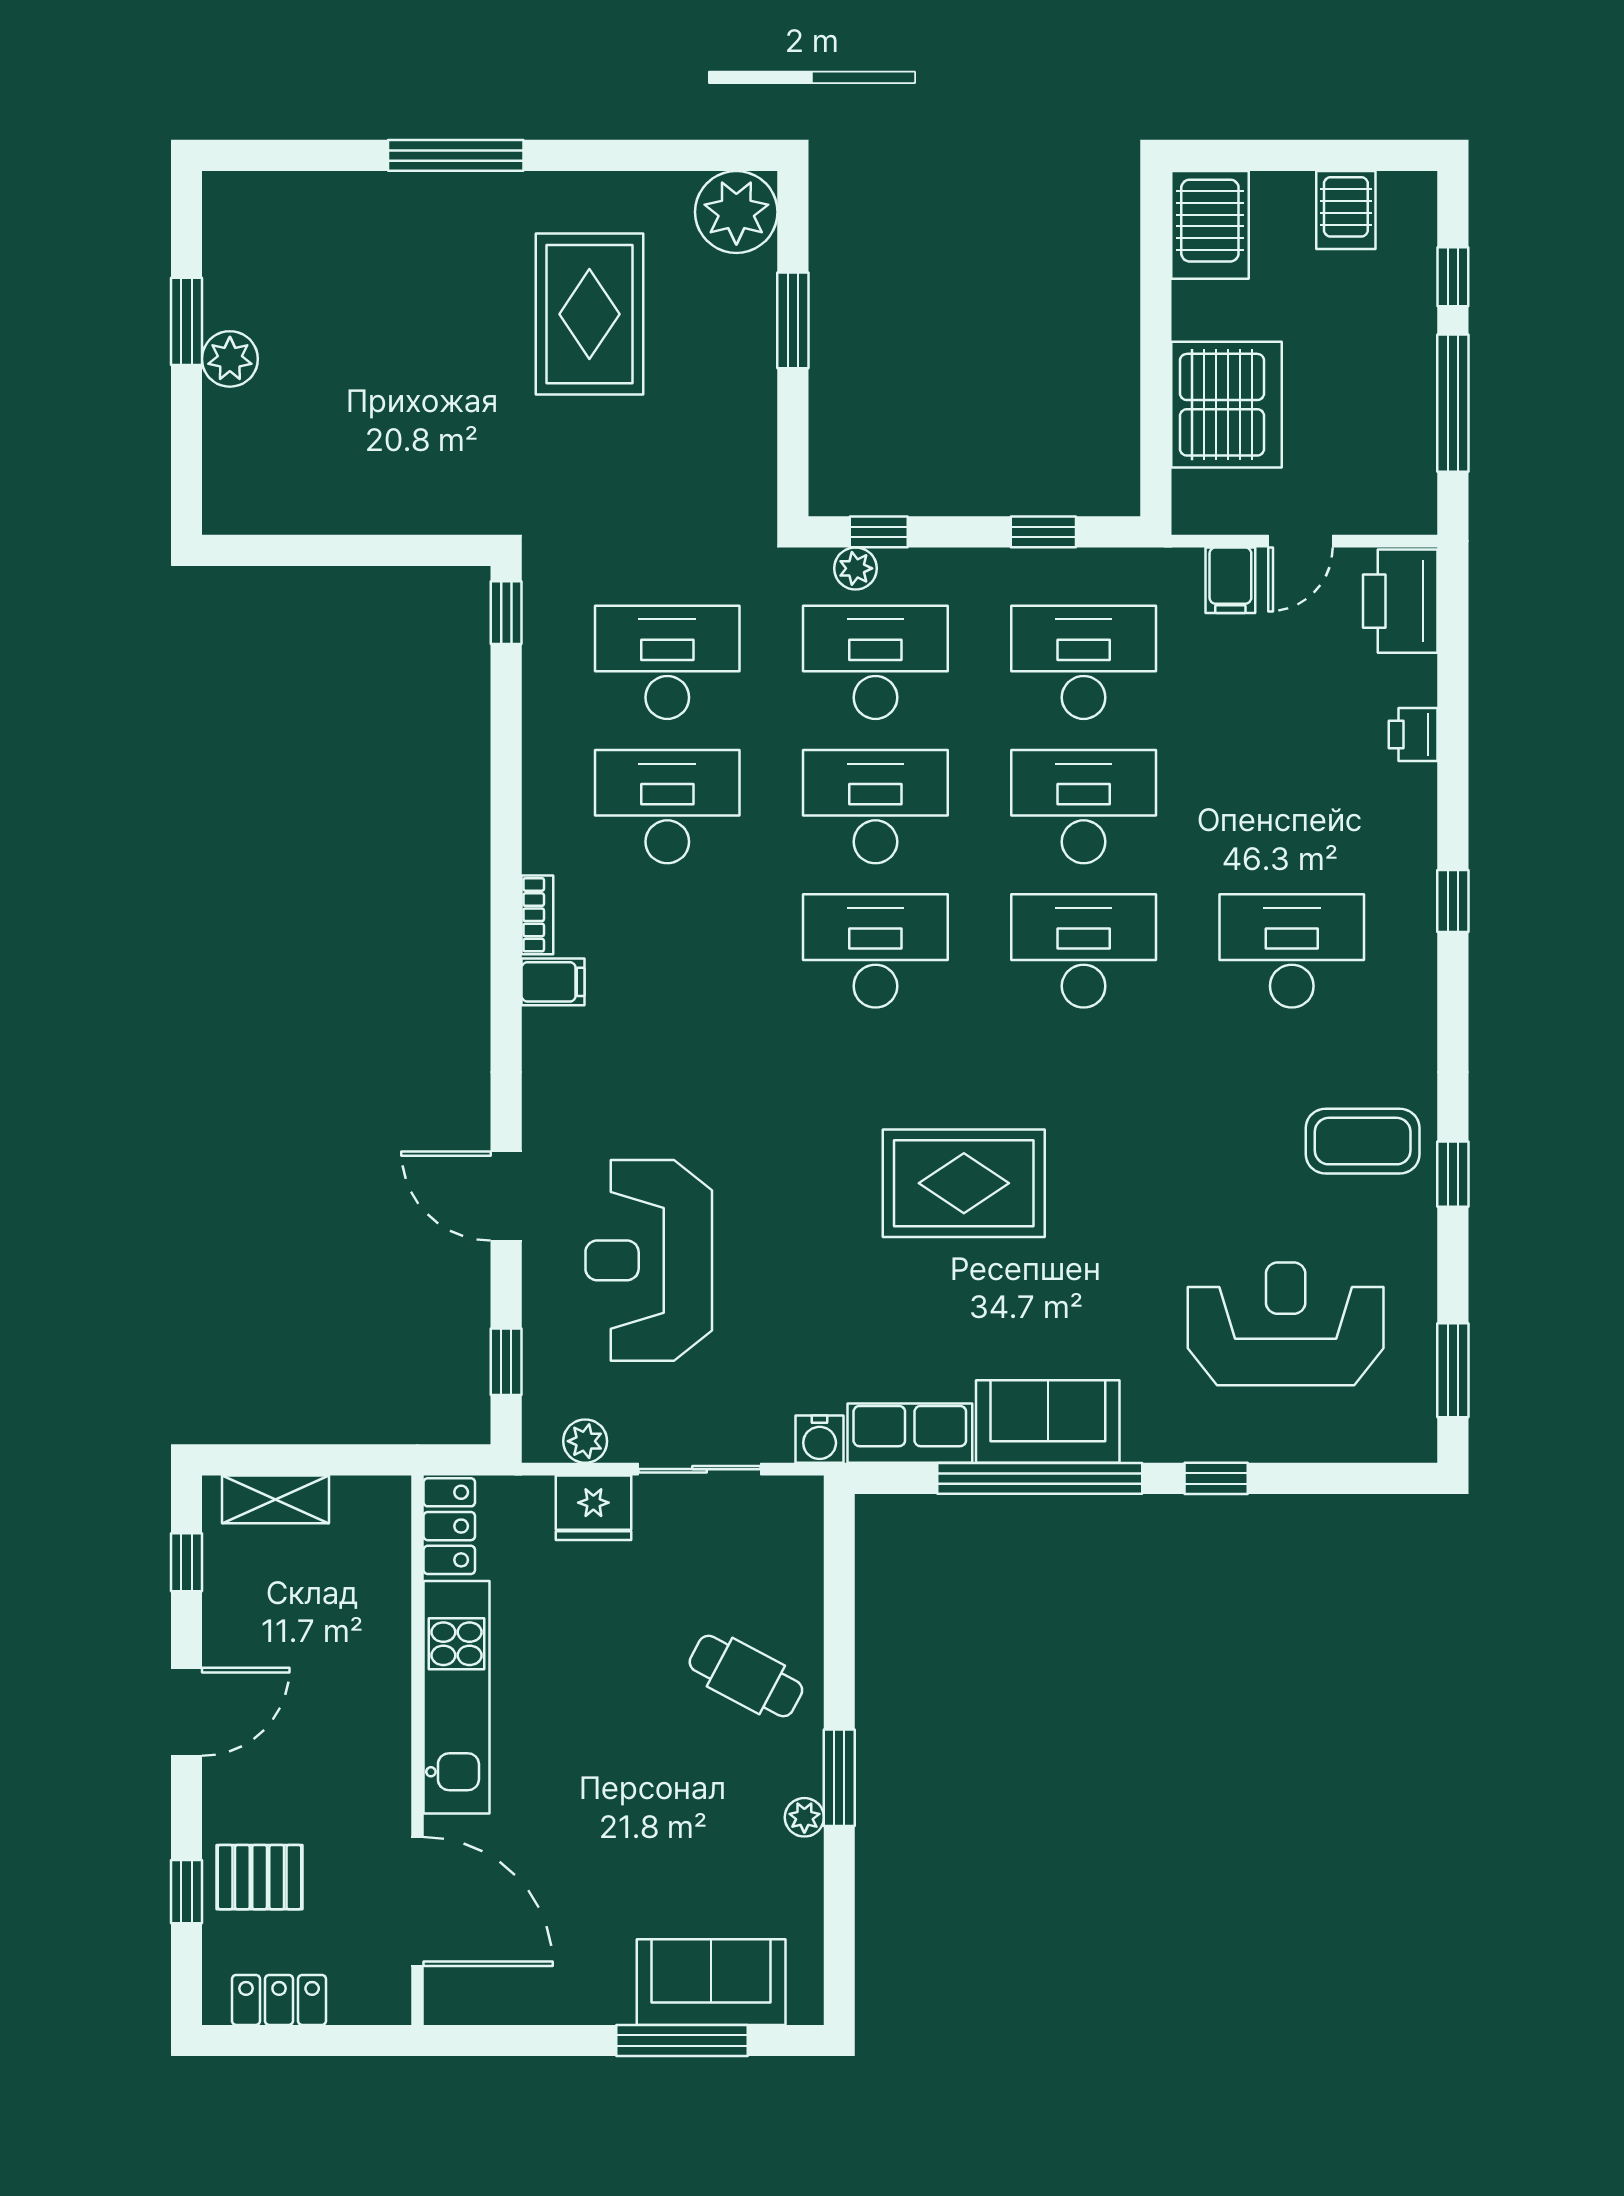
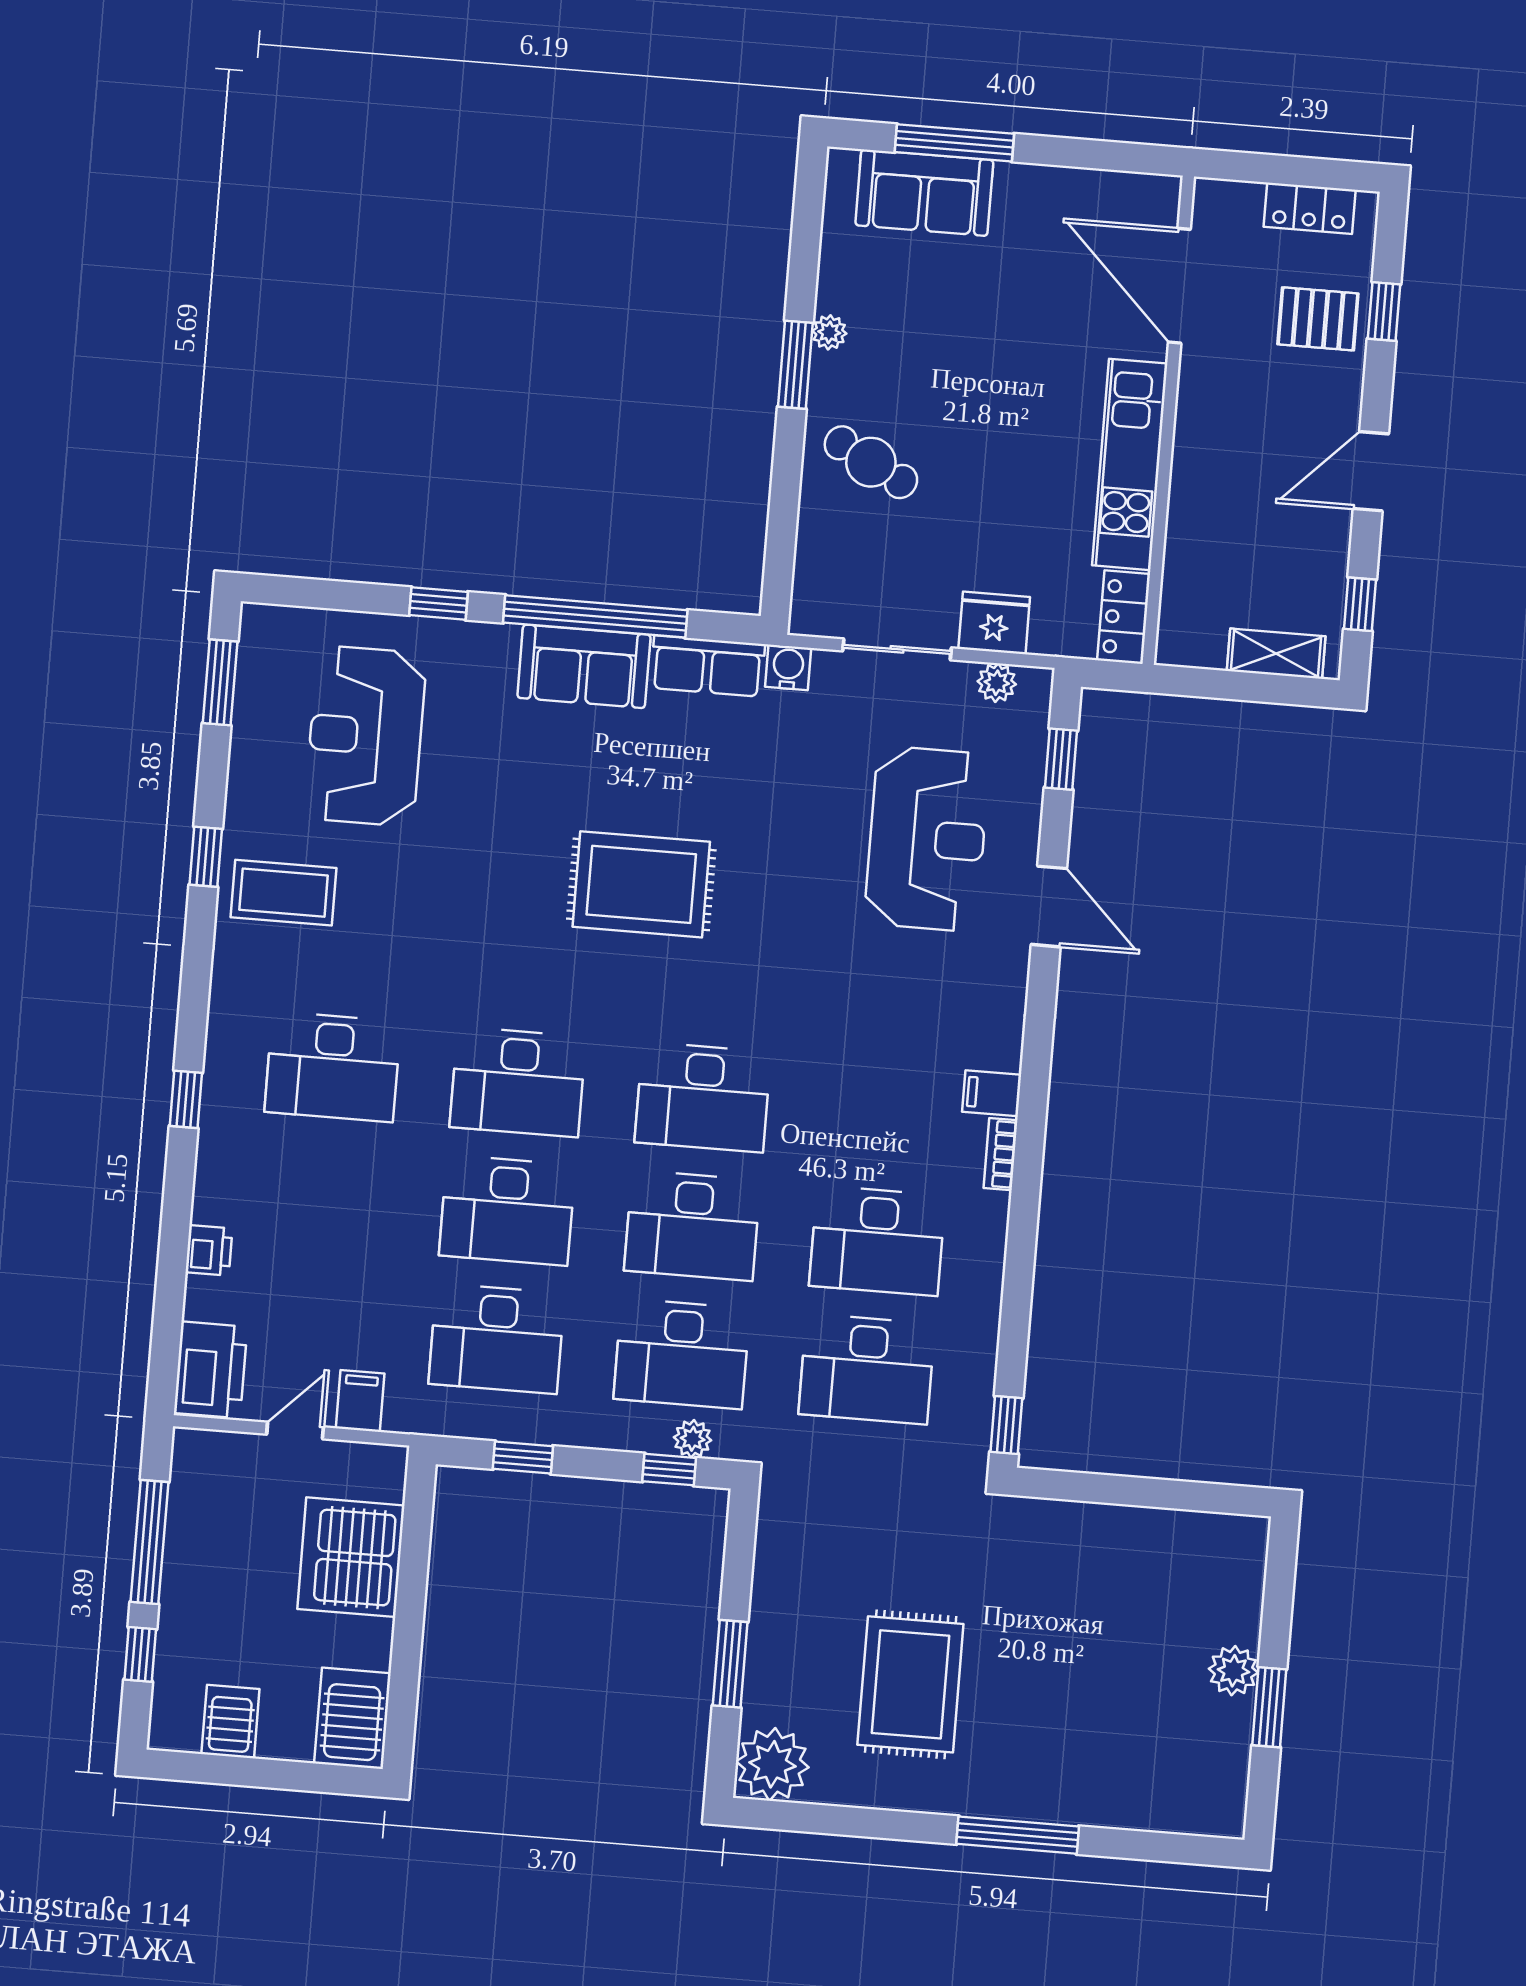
reception desk: (1286, 1324) -> (365, 736), turned 90

